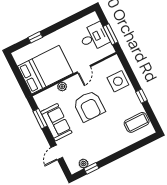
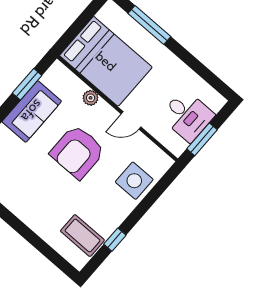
window: (35, 37) -> (149, 25), width x2.17
window: (141, 96) -> (115, 240), moved

